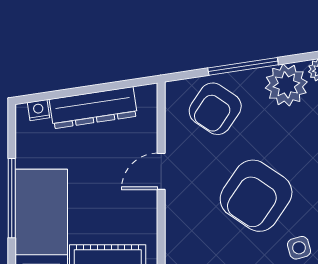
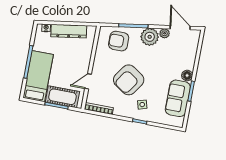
armchair: (215, 109) -> (119, 41), turned 56
door: (161, 171) -> (88, 81), moved

